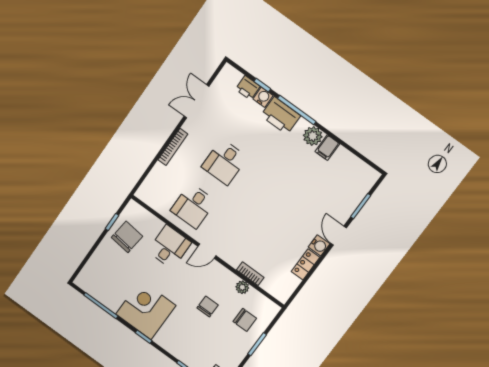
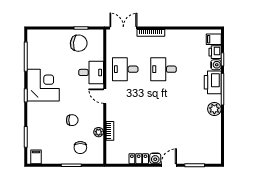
double door: (196, 101) -> (123, 28), moved
filing cabinet: (327, 148) -> (214, 39), moved

